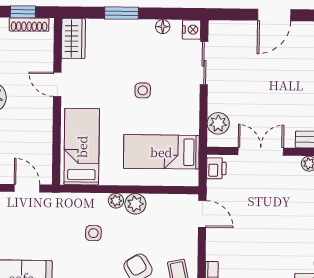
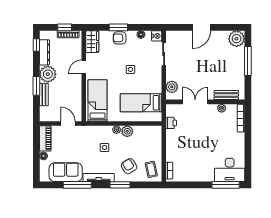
armchair: (123, 32) -> (120, 38), added
door: (57, 84) -> (84, 67), hinge flipped
printer: (216, 168) -> (171, 123), moved
door: (202, 214) -> (164, 136), removed

